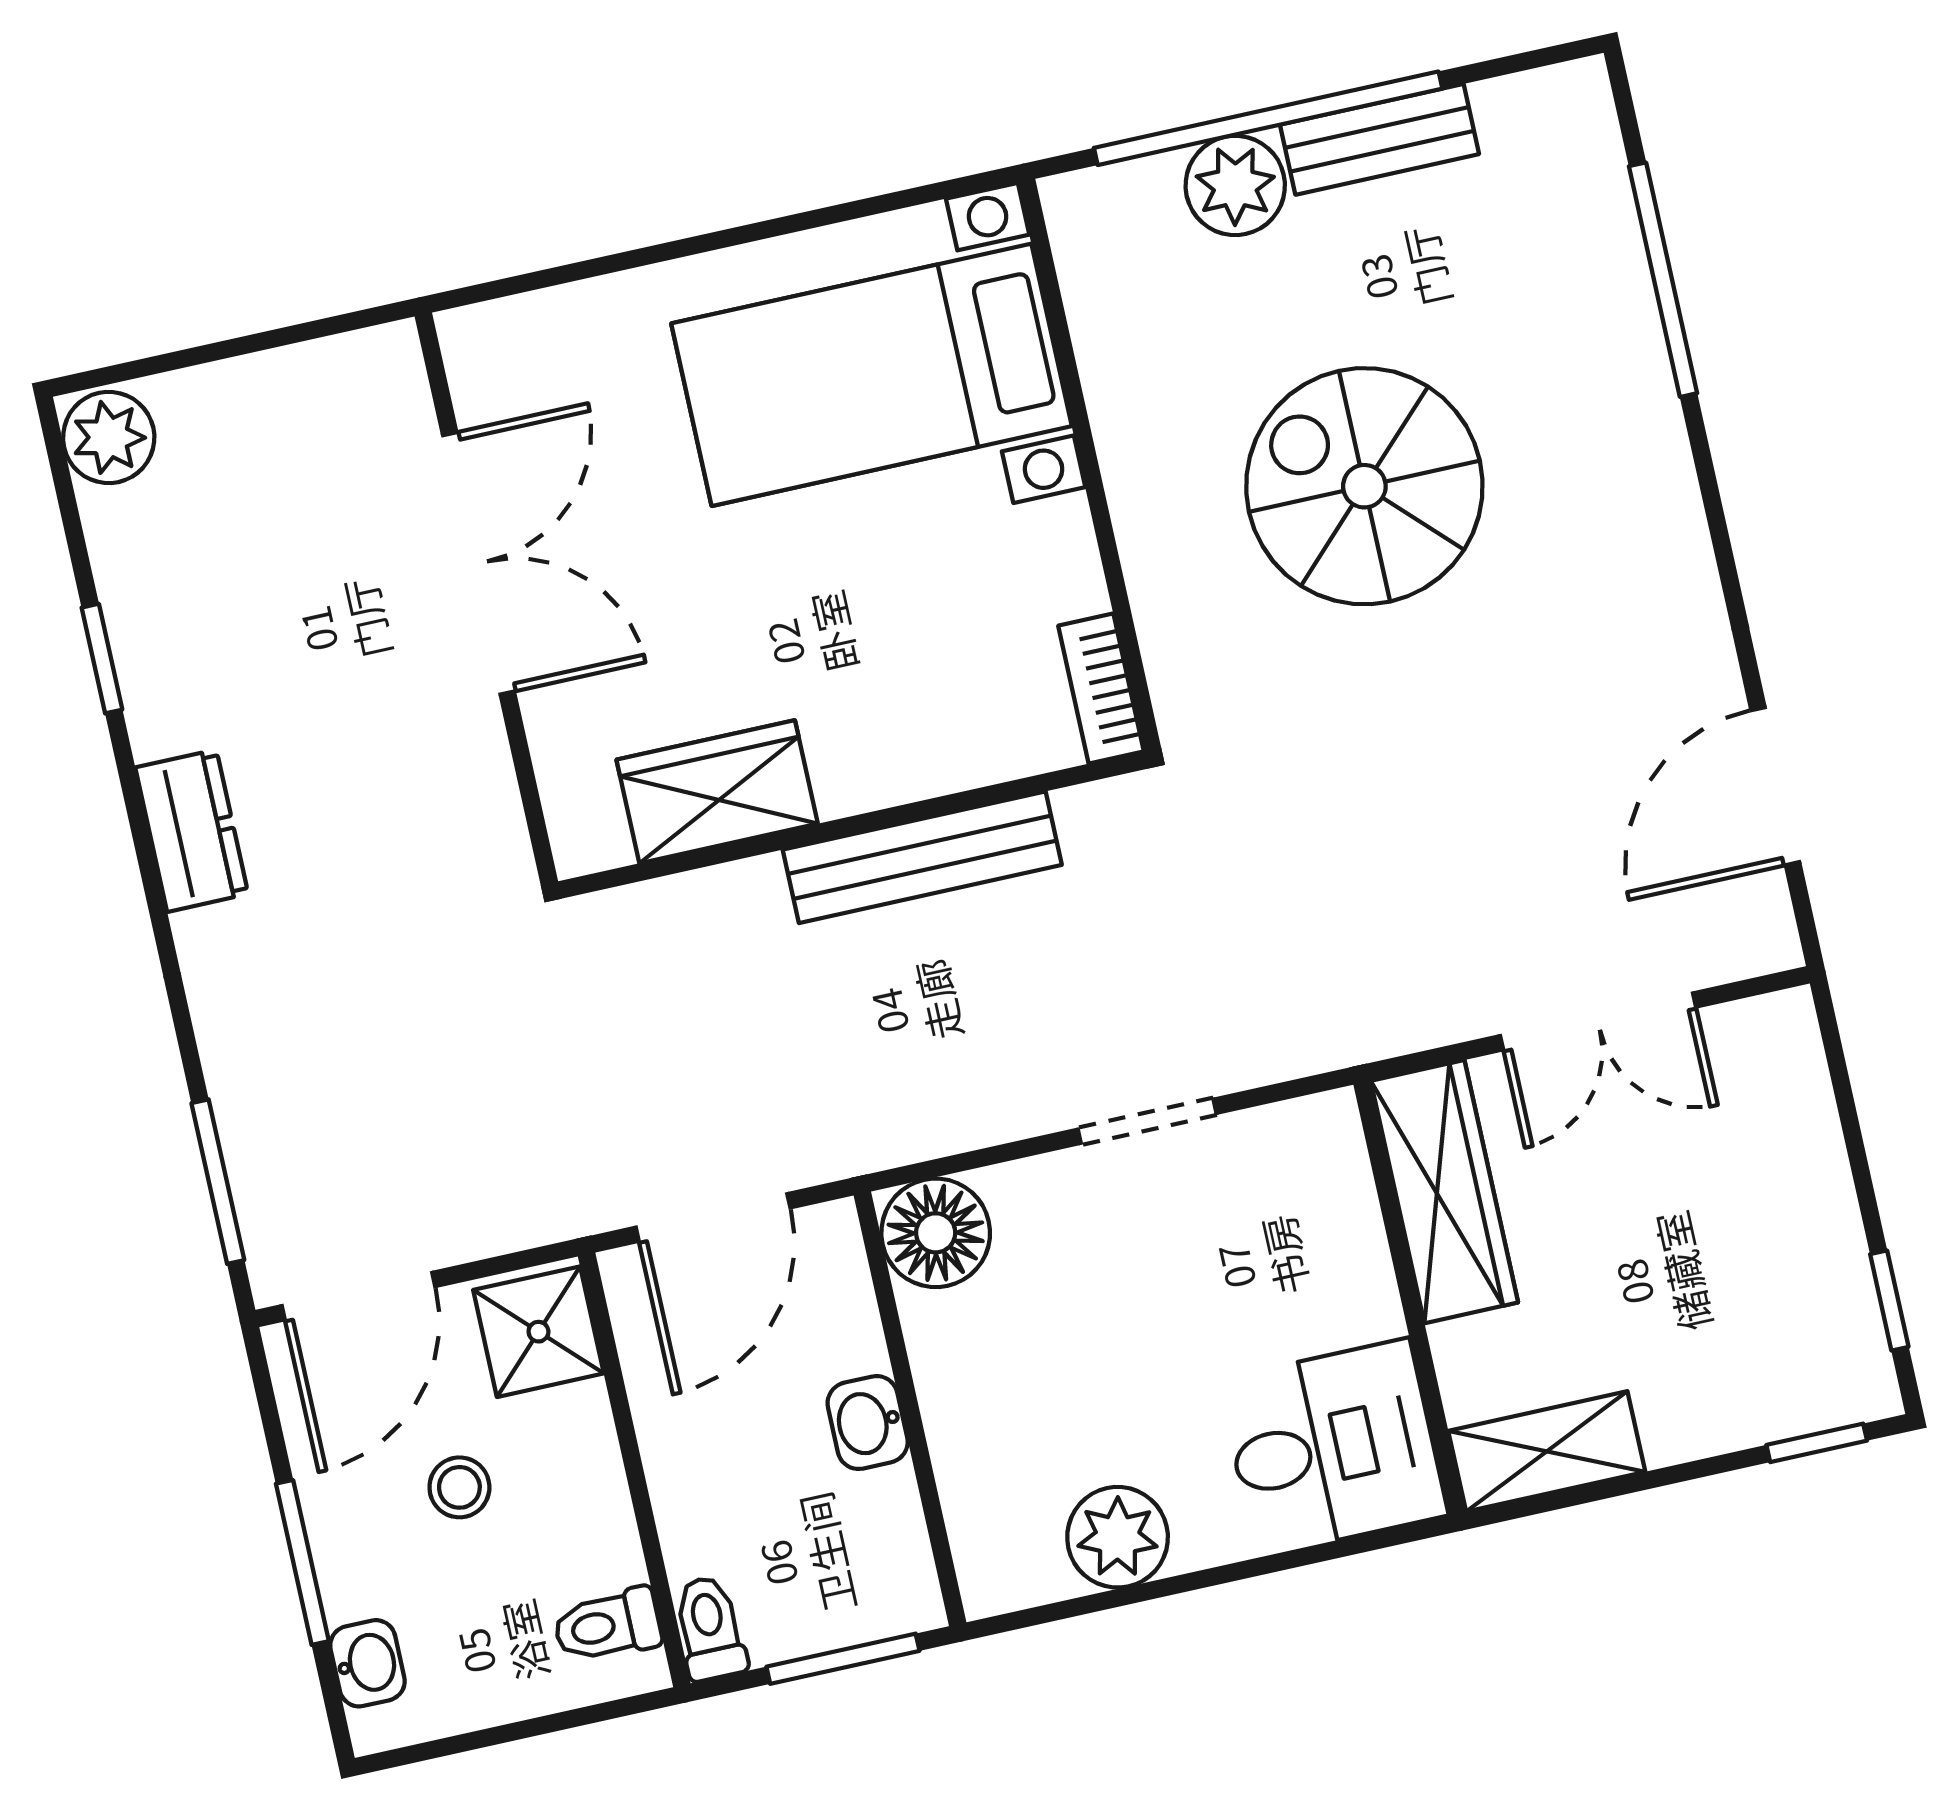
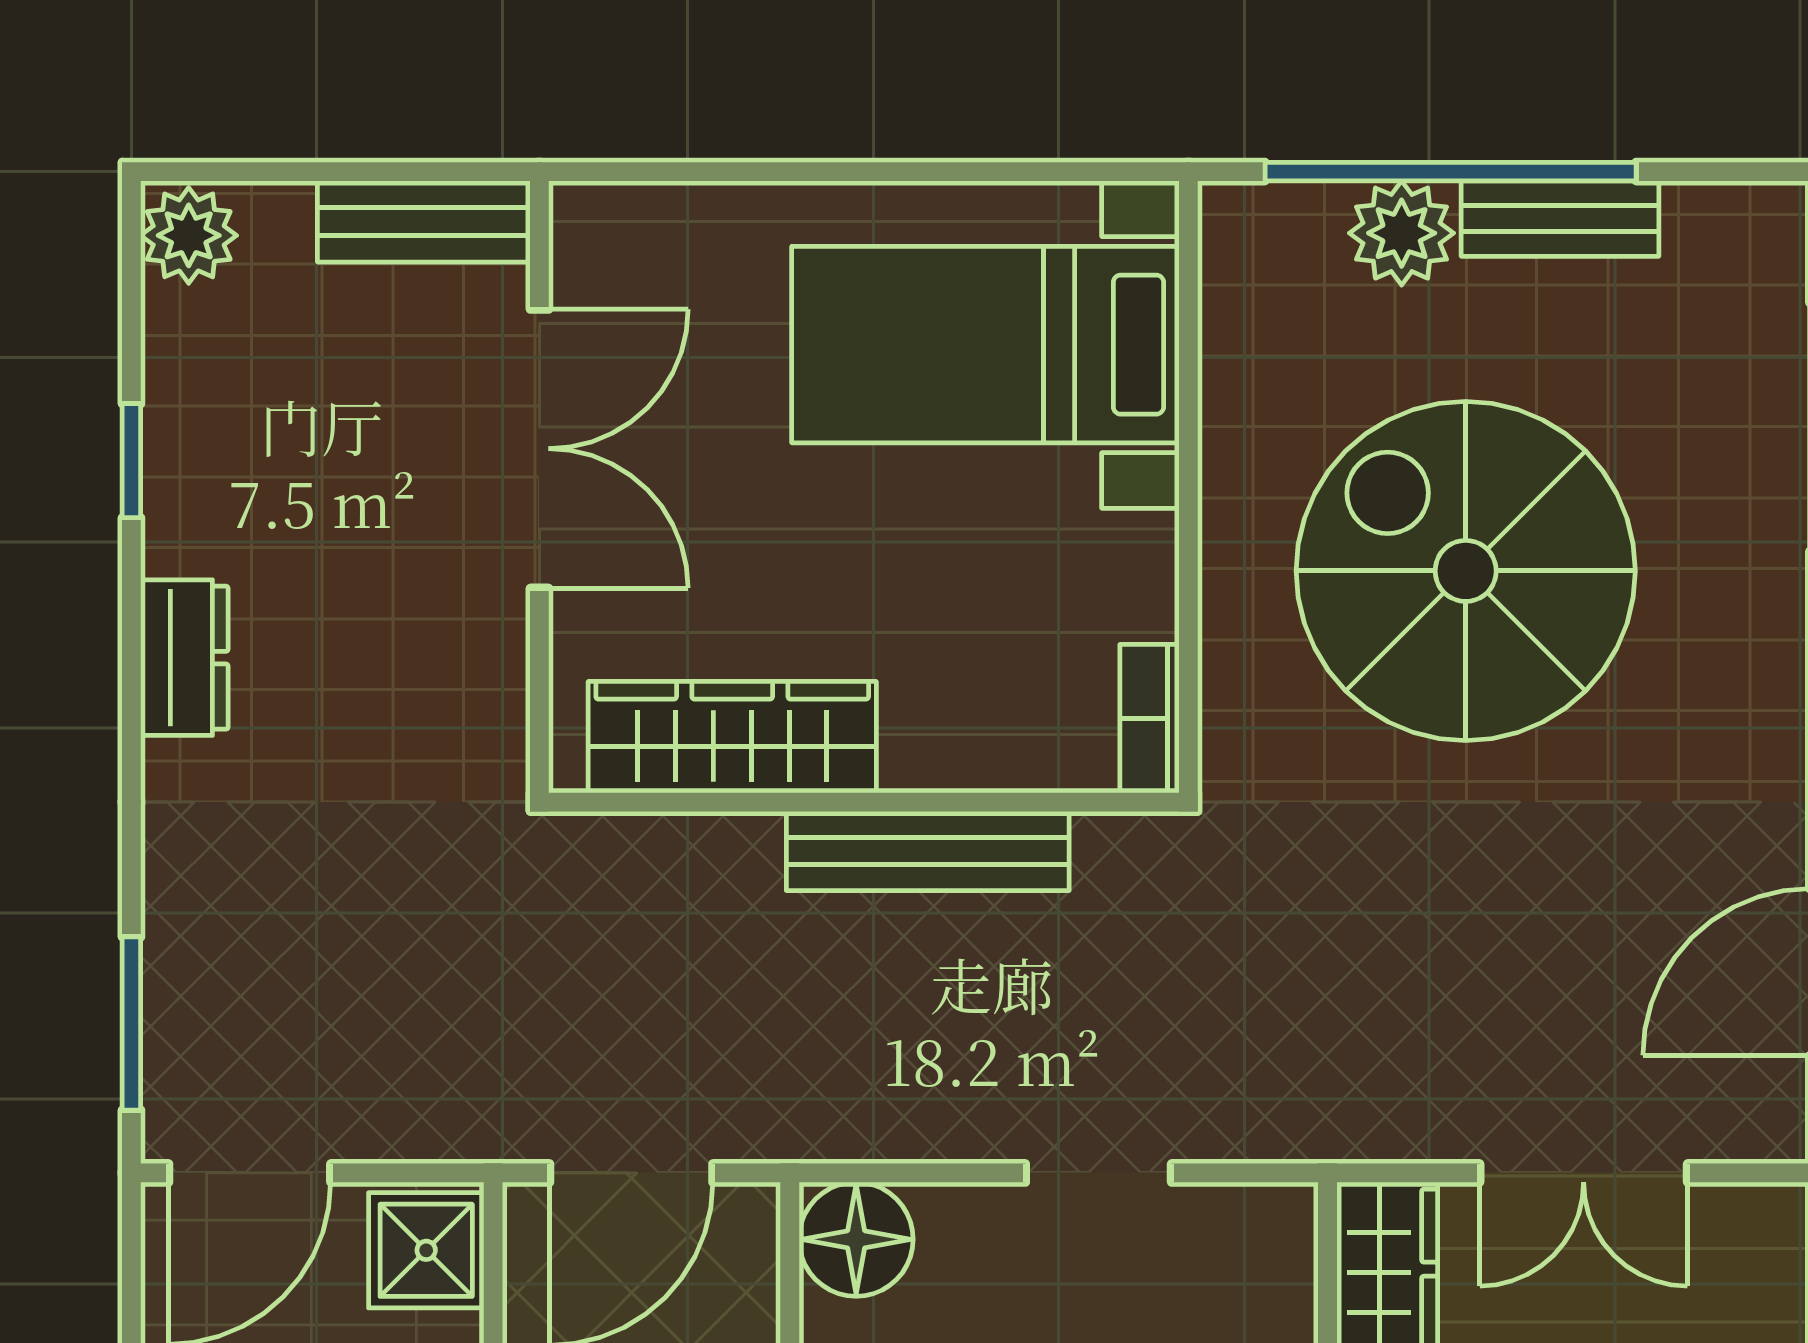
bench: (324, 376) -> (424, 221), added
spiral stairs: (1364, 486) -> (1466, 571), width x1.37, depth x1.37
wardrobe: (717, 792) -> (732, 737), width x1.50

